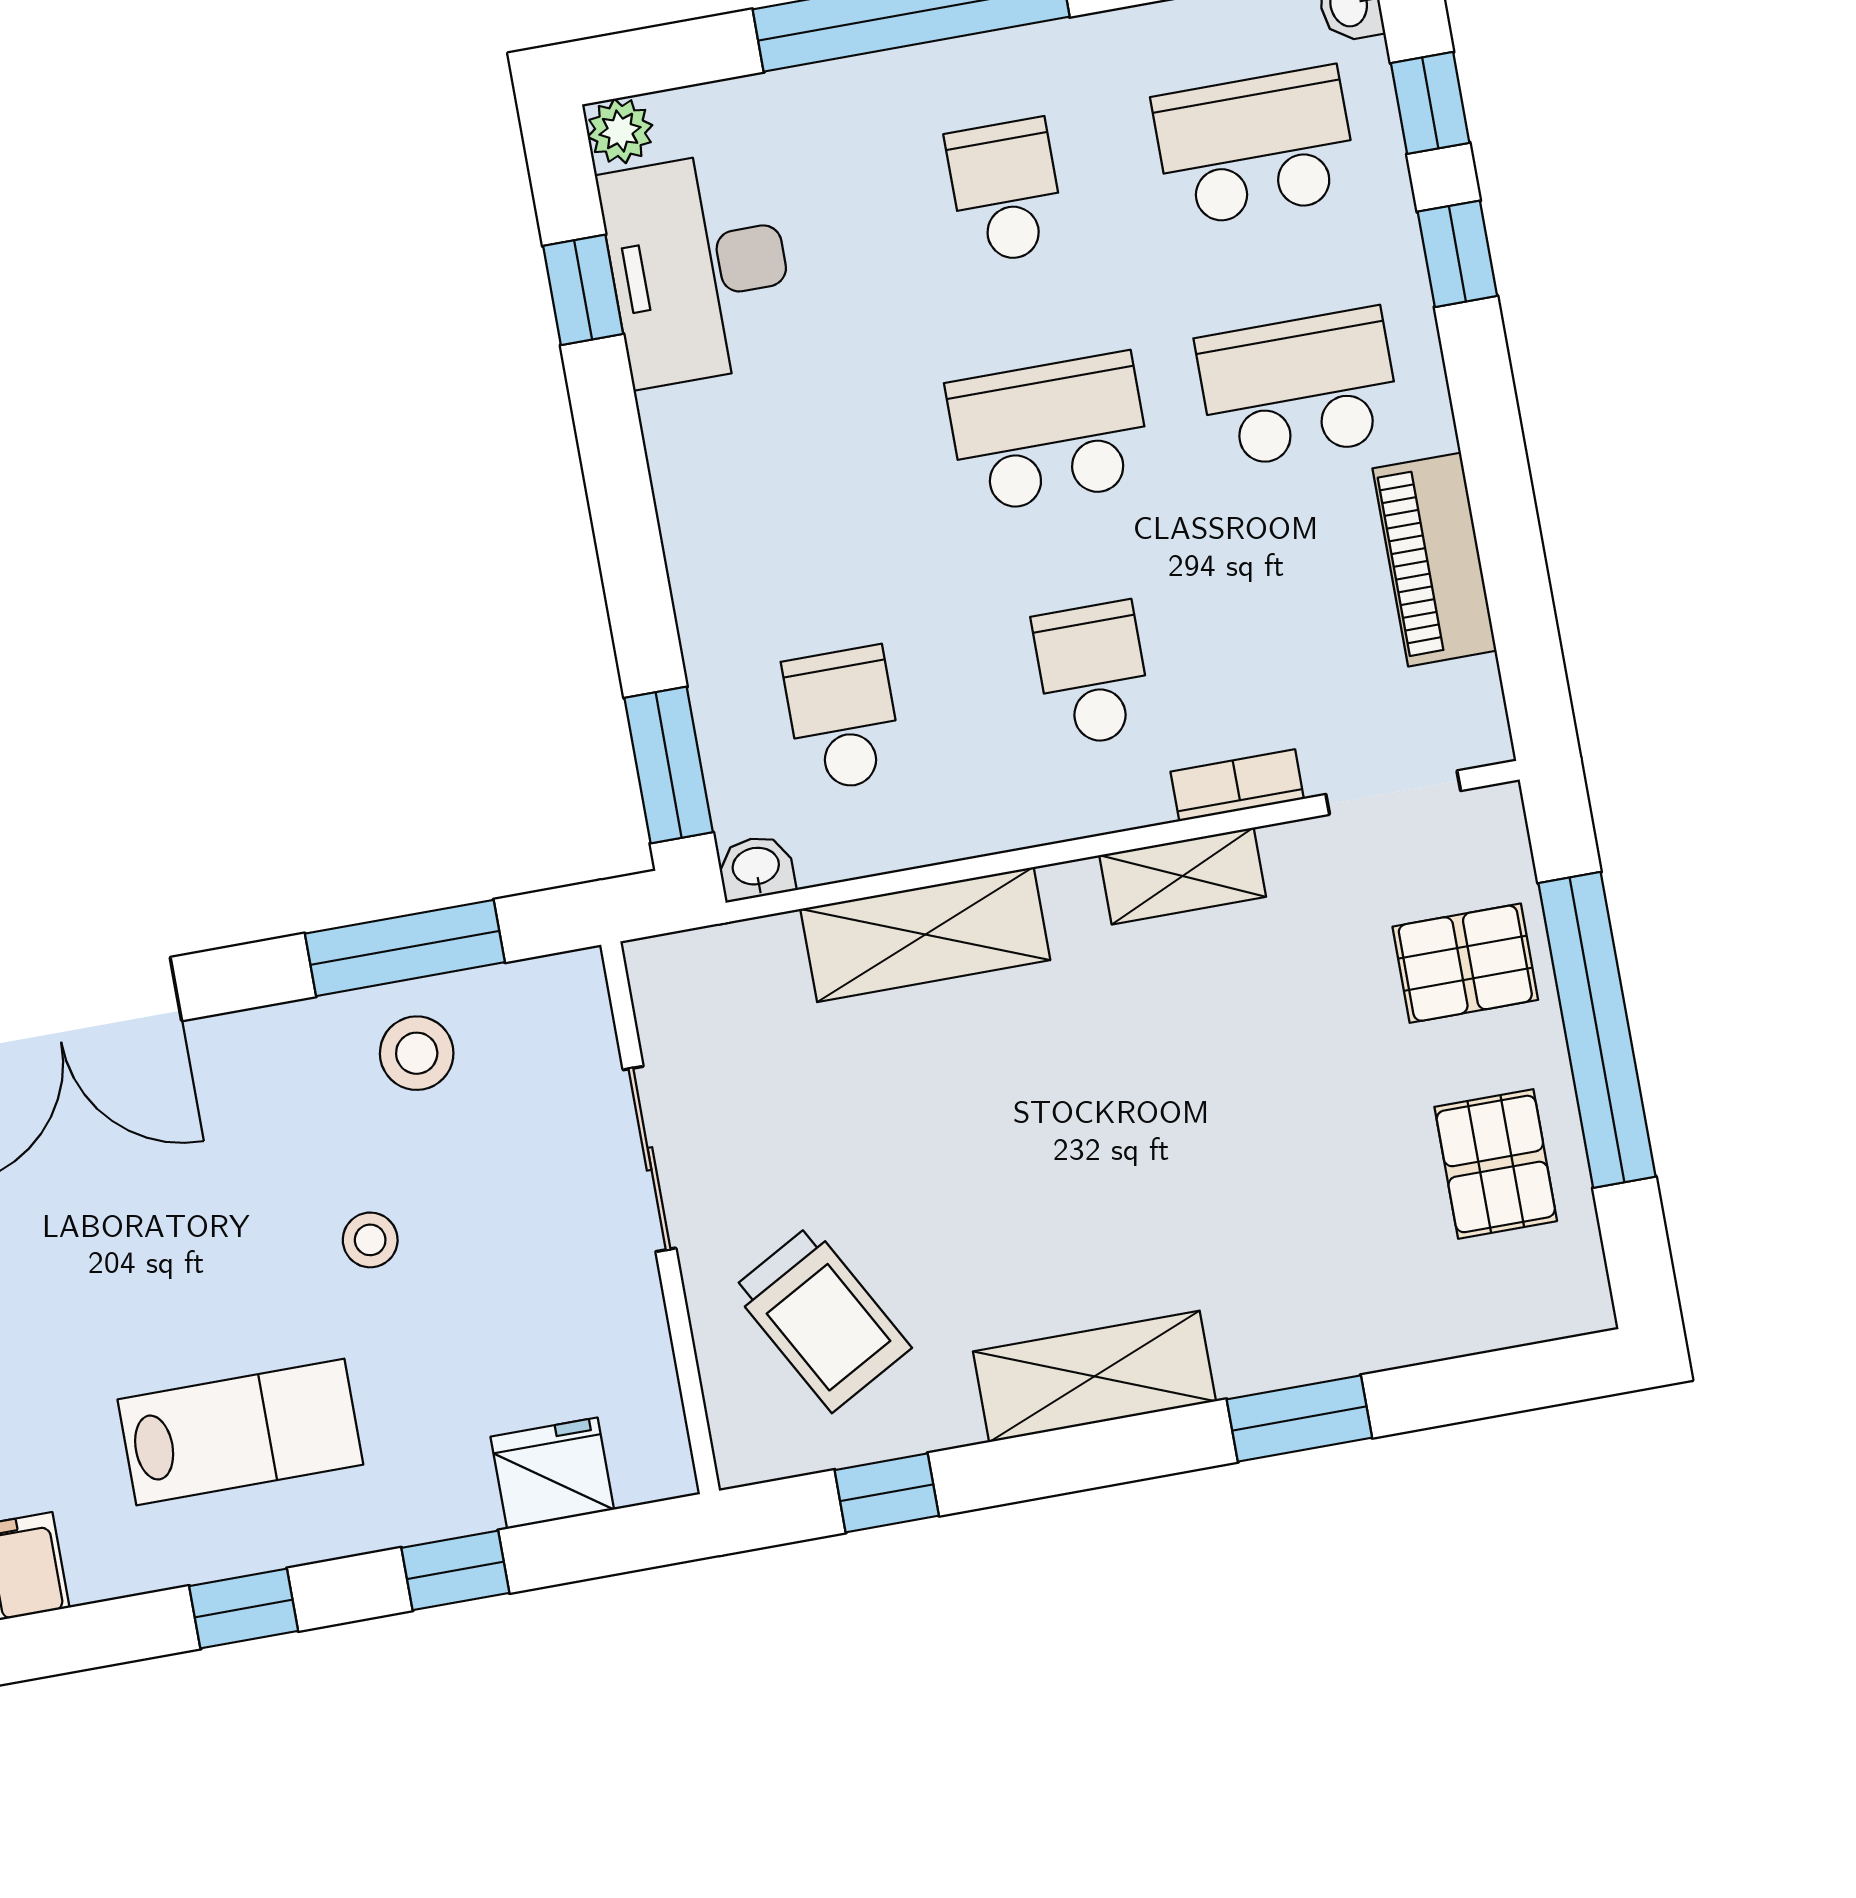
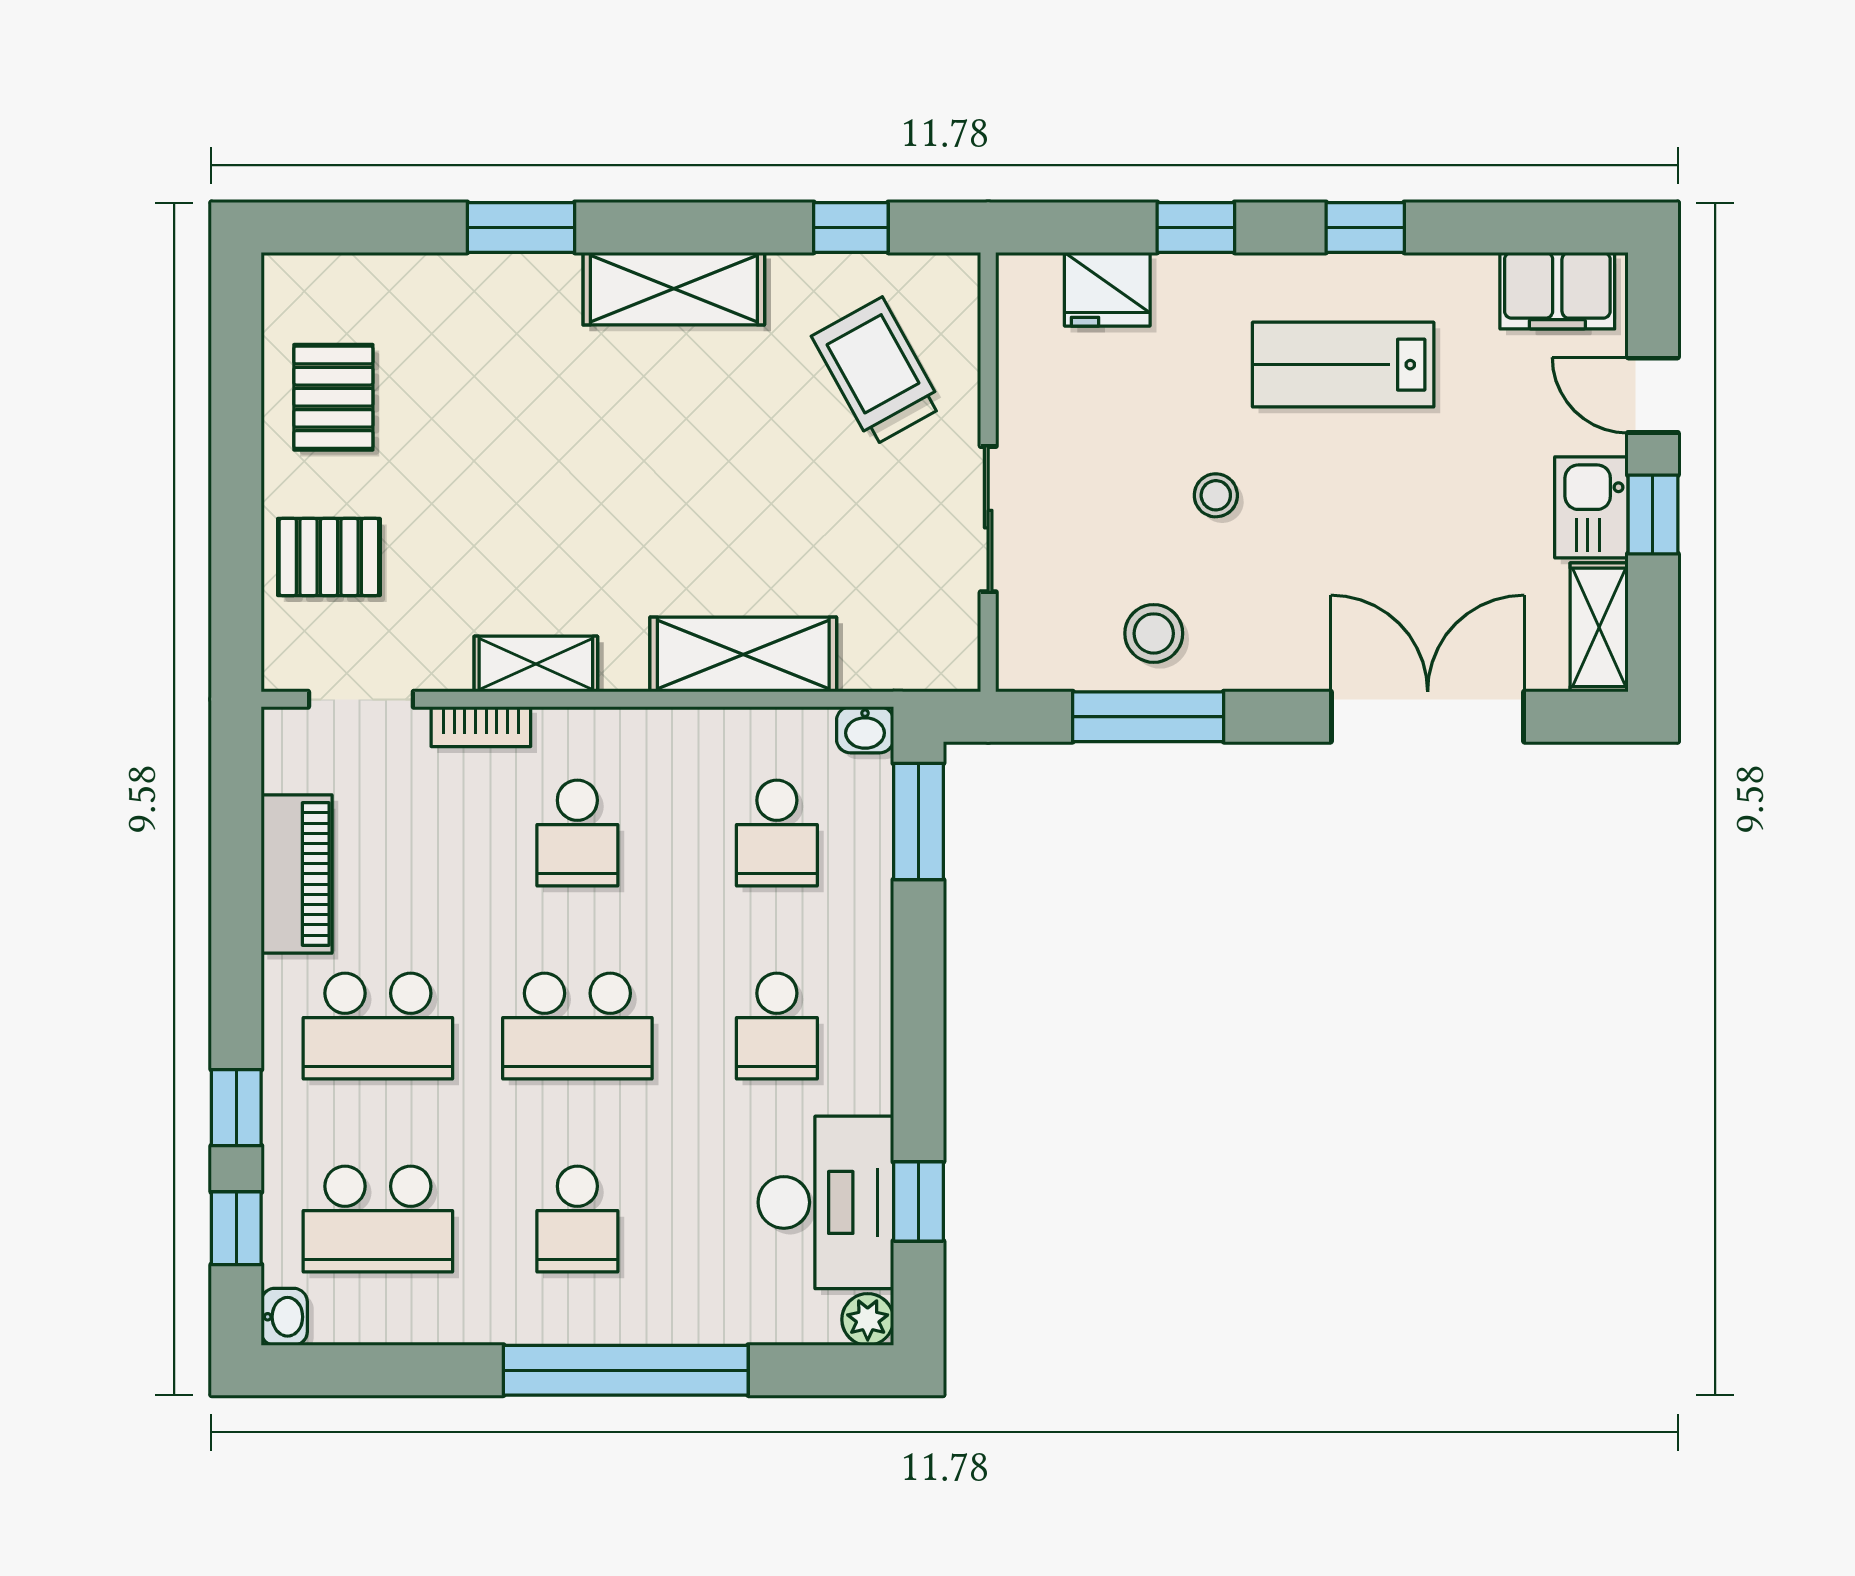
school desk: (800, 477) -> (777, 1026), added
window: (1597, 1030) -> (236, 487), removed

